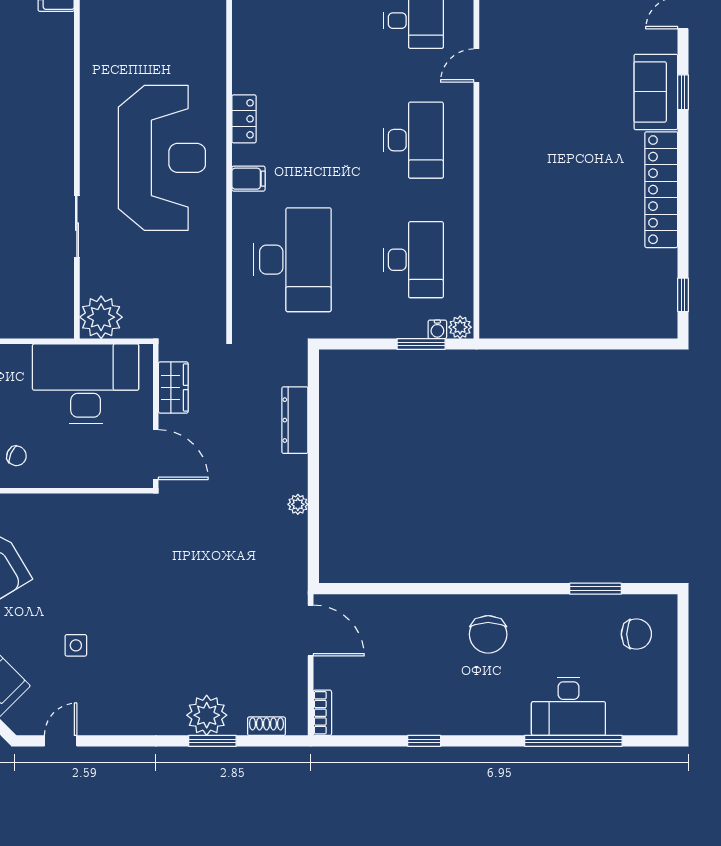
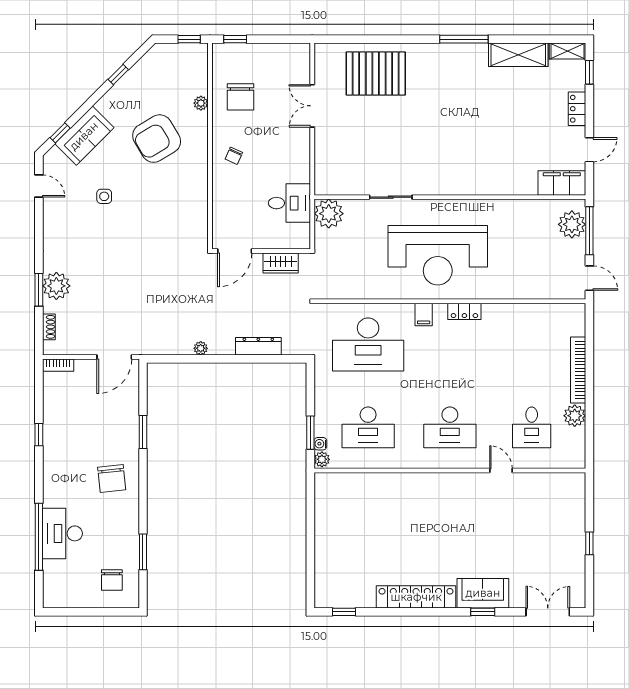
desk: (86, 384) -> (289, 203), width x0.53, depth x0.77
window: (420, 589) -> (143, 432), added
chair: (488, 634) -> (112, 478), turned -96

